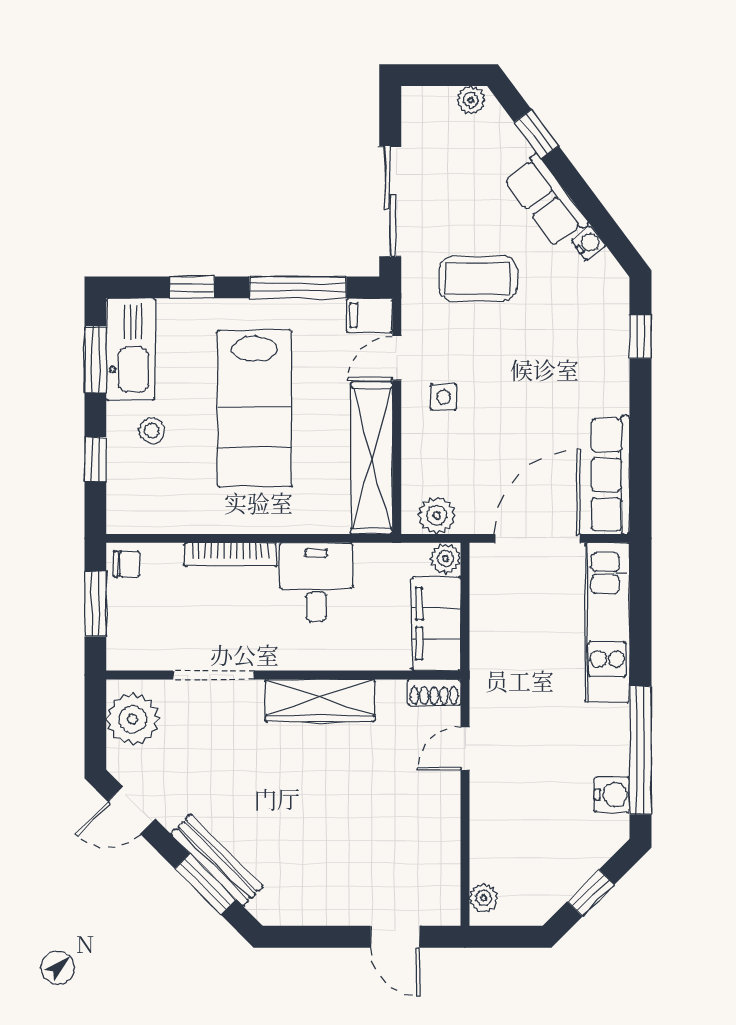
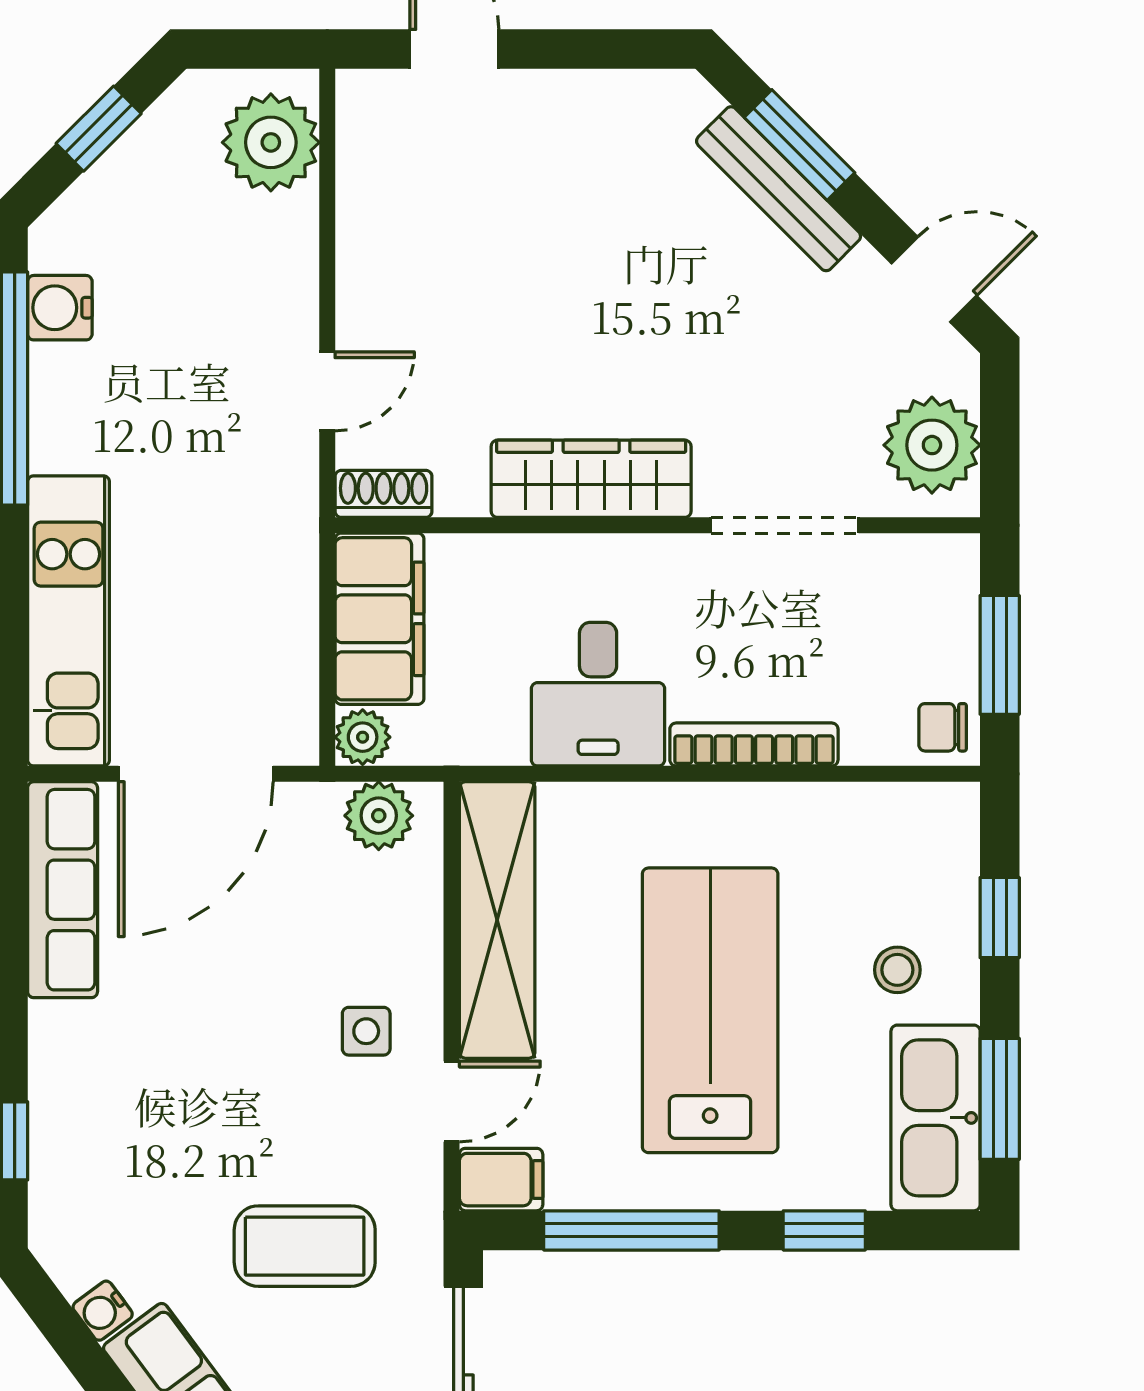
plant: (484, 898) -> (271, 142), width x1.87, depth x1.87

